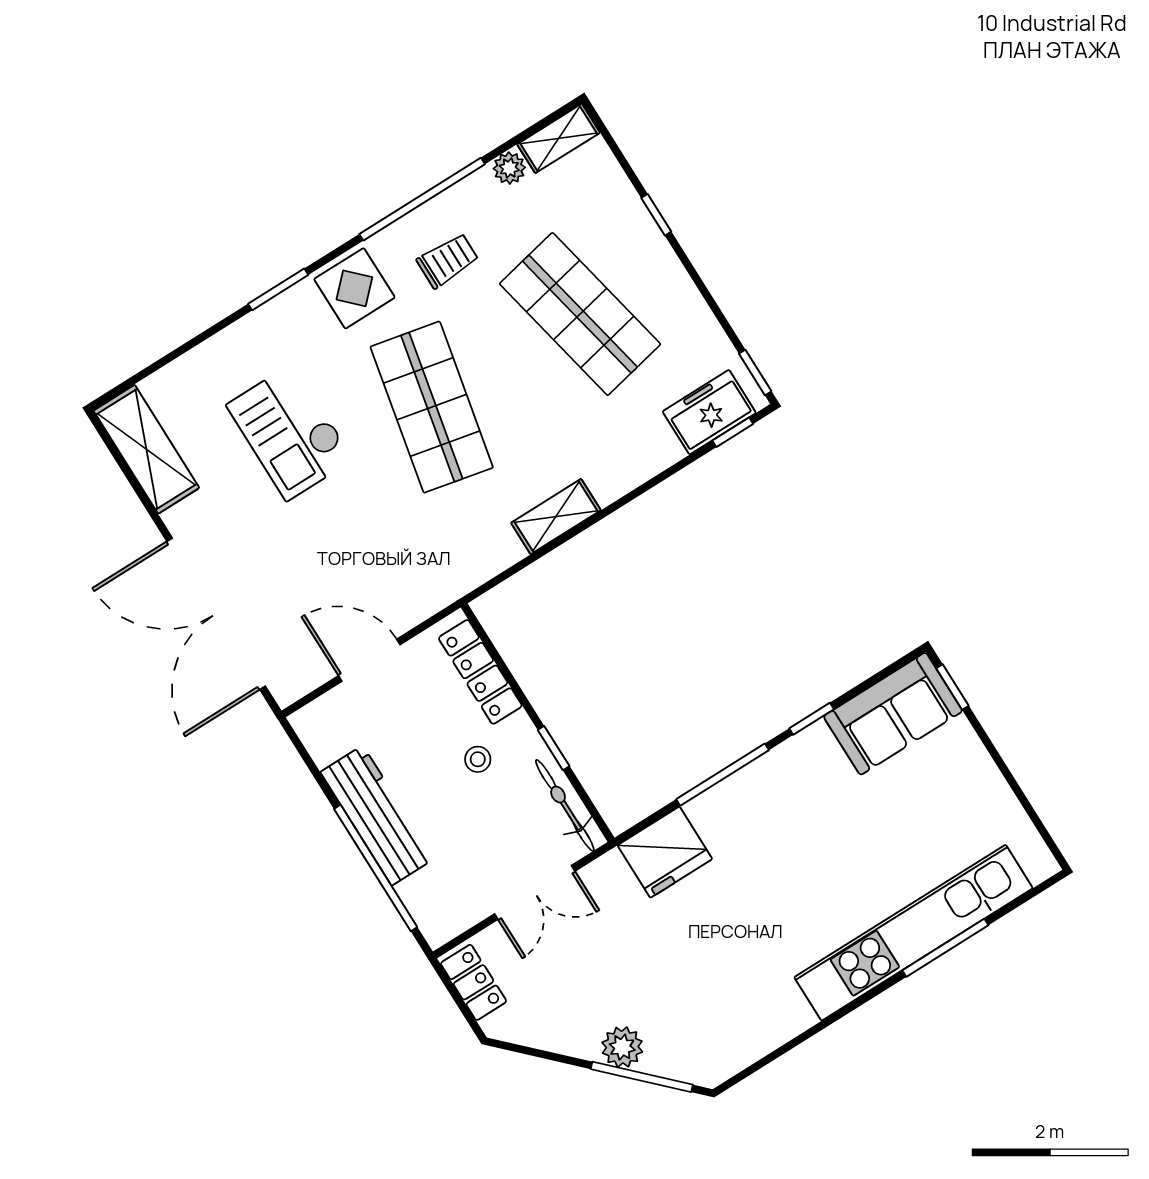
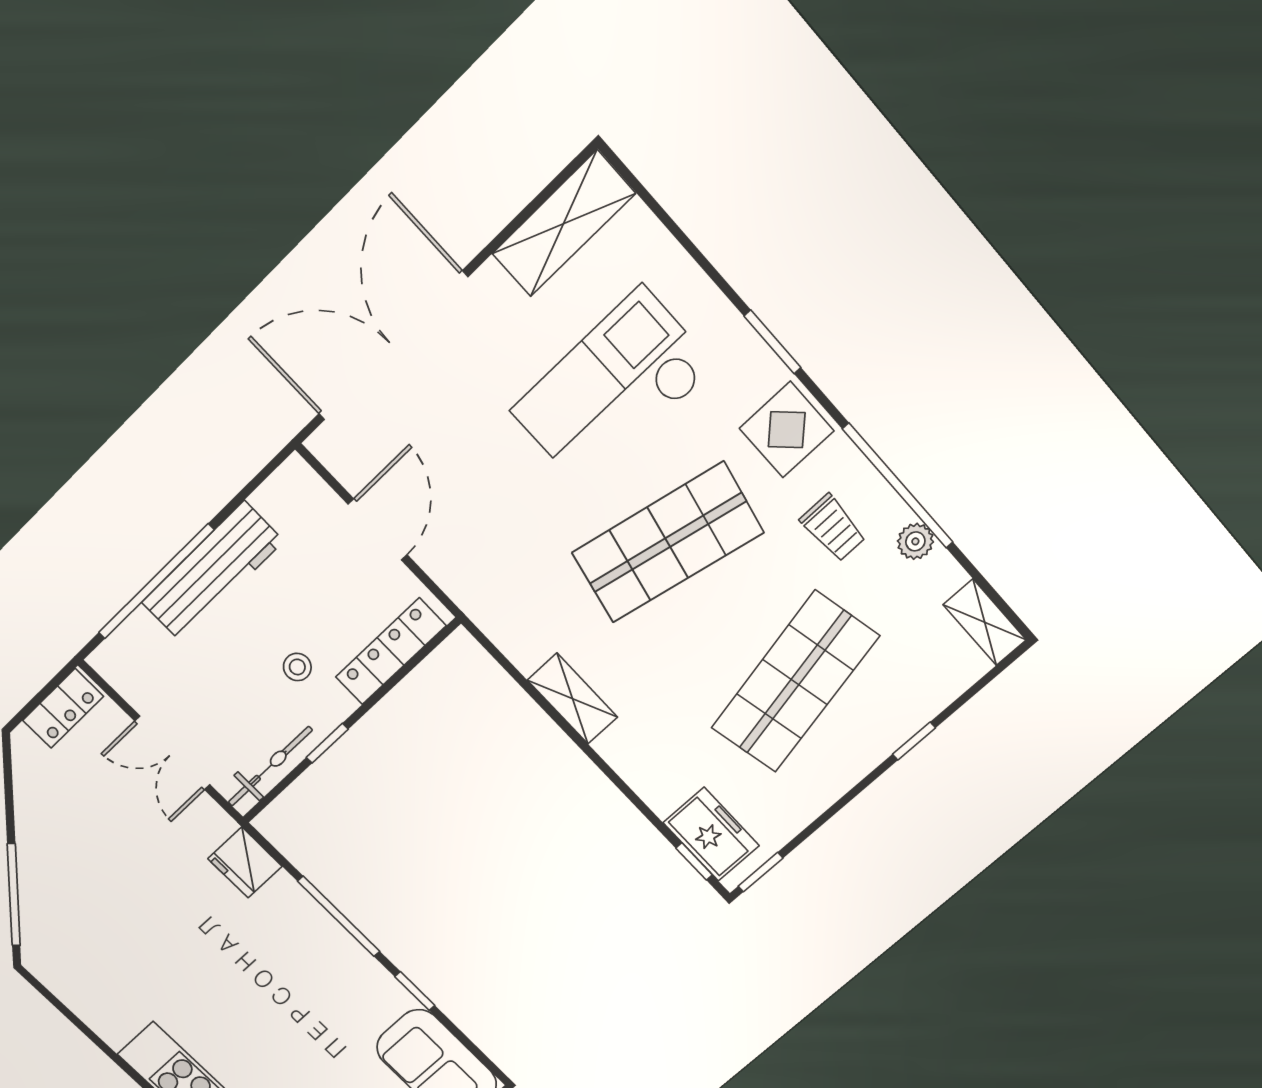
plant: (509, 168) -> (915, 541), moved
checkout: (290, 432) -> (613, 389), width x1.36, depth x1.21
fridge: (665, 852) -> (245, 862), width x0.73, depth x0.75
plant: (622, 1047) -> (38, 870), removed

